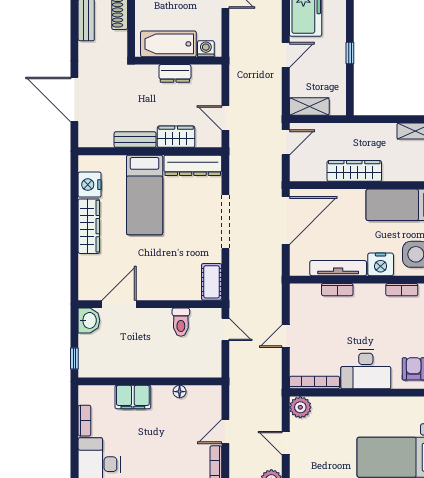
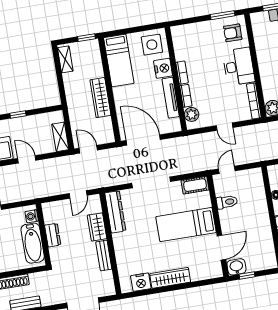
bed: (145, 195) -> (186, 225), moved, turned 180
bookcase: (402, 290) -> (182, 73), moved
plant: (310, 293) -> (192, 114), added
door: (119, 304) -> (221, 248), swing flipped
window: (74, 359) -> (247, 276), moved

